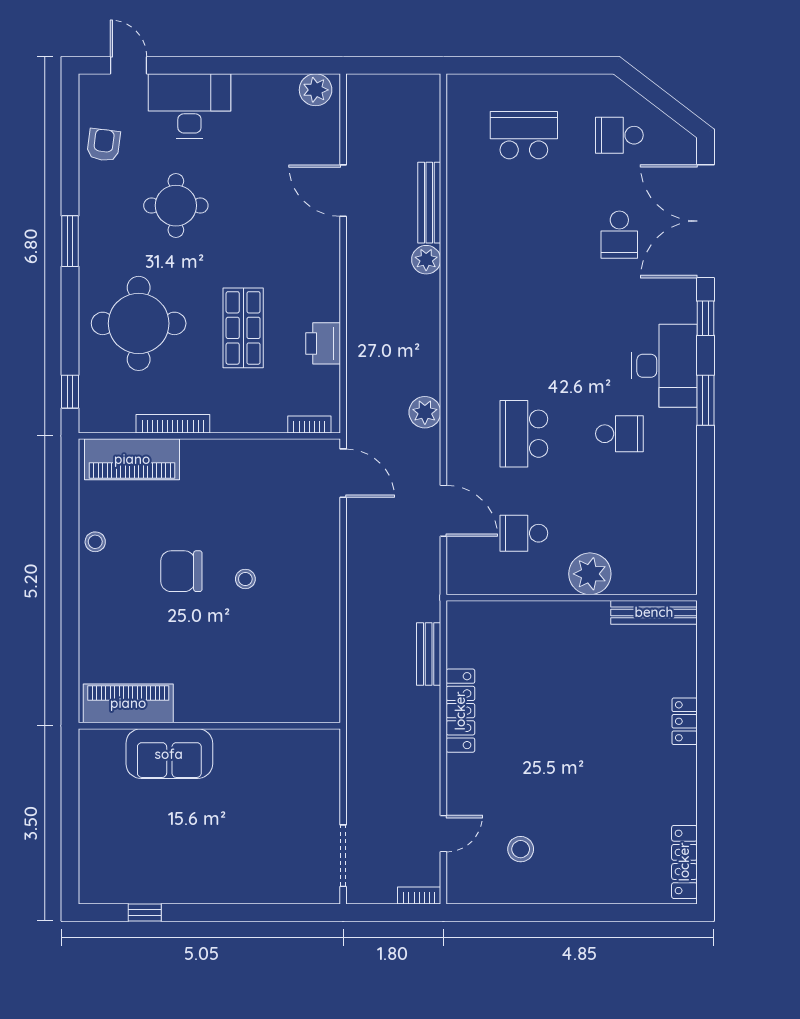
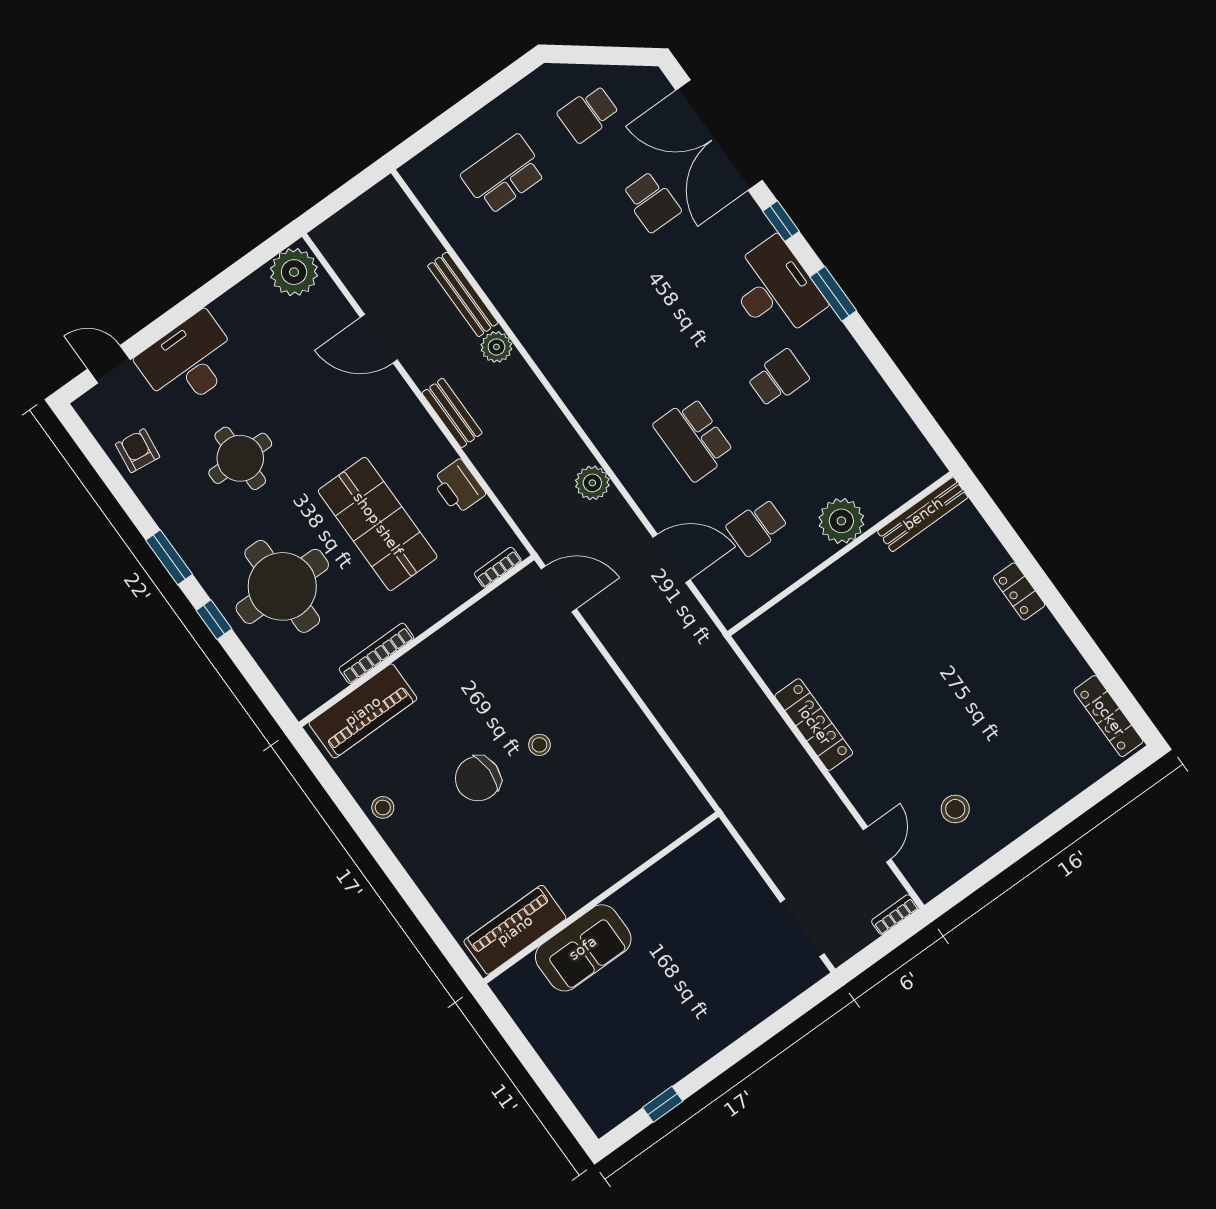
plant: (316, 90) -> (294, 272), width x1.36, depth x1.36
shop shelf: (243, 328) -> (378, 524), width x1.43, depth x1.36
window: (70, 392) -> (214, 620), moved
bench: (429, 654) -> (452, 413), moved

